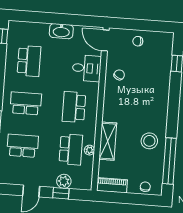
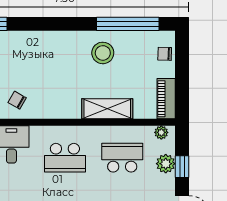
plant: (89, 150) -> (161, 132), moved

